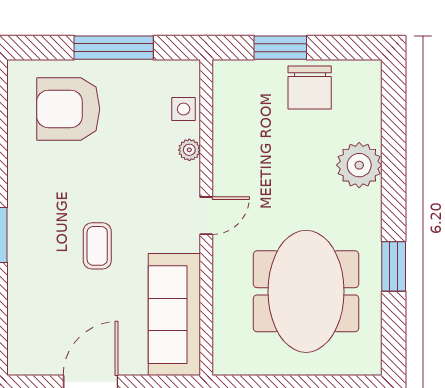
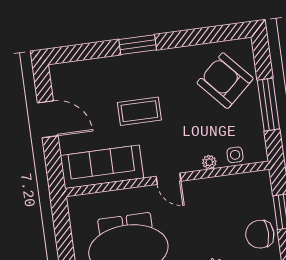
armchair: (68, 109) -> (225, 81), turned -42
coffee table: (97, 246) -> (139, 111), width x1.36, depth x1.30

